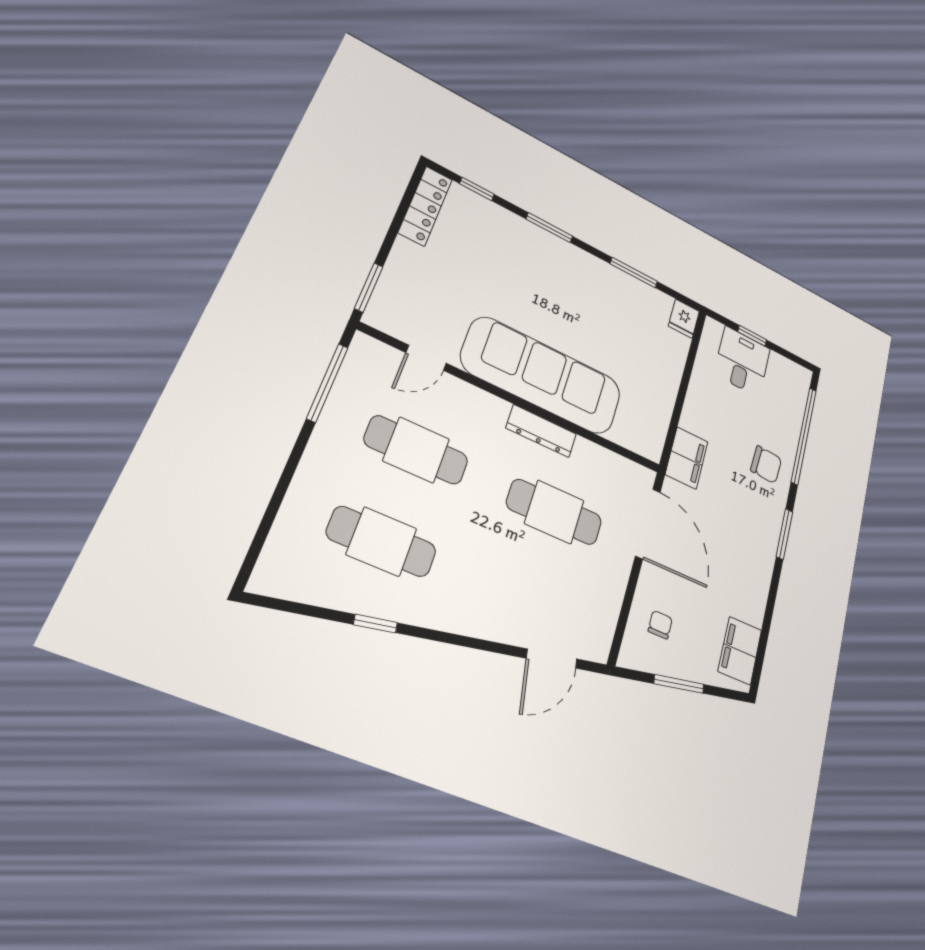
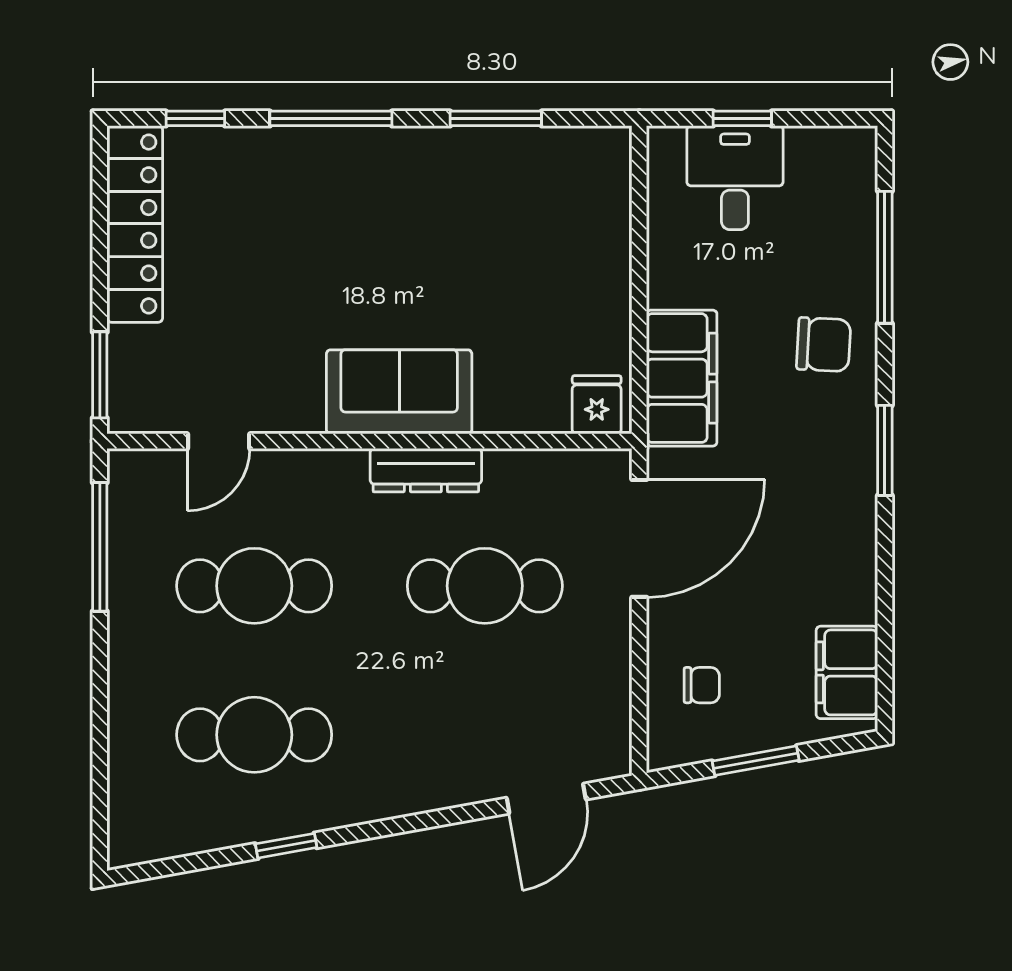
locker: (425, 206) -> (135, 224), width x1.41, depth x1.21
window: (549, 228) -> (331, 118), width x1.44
fridge: (684, 319) -> (597, 405), moved, turned 180
sofa: (542, 376) -> (399, 392), width x0.54, depth x0.79
window: (804, 436) -> (885, 257), width x0.68
filing cabinet: (687, 458) -> (682, 378), width x1.50, depth x1.17
door: (648, 524) -> (639, 538), hinge flipped
chair: (660, 625) -> (702, 685), turned 90

